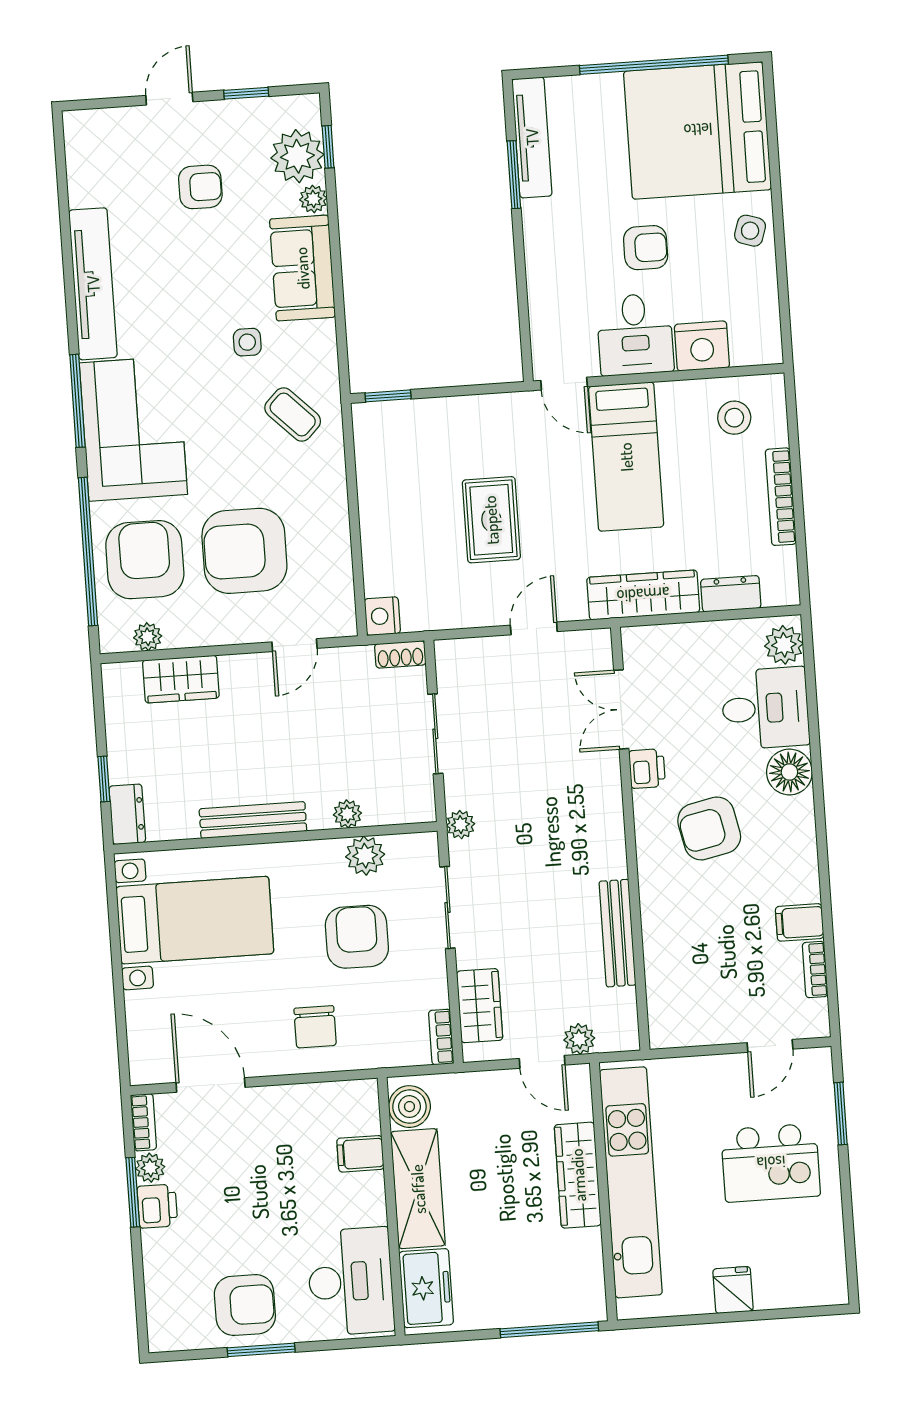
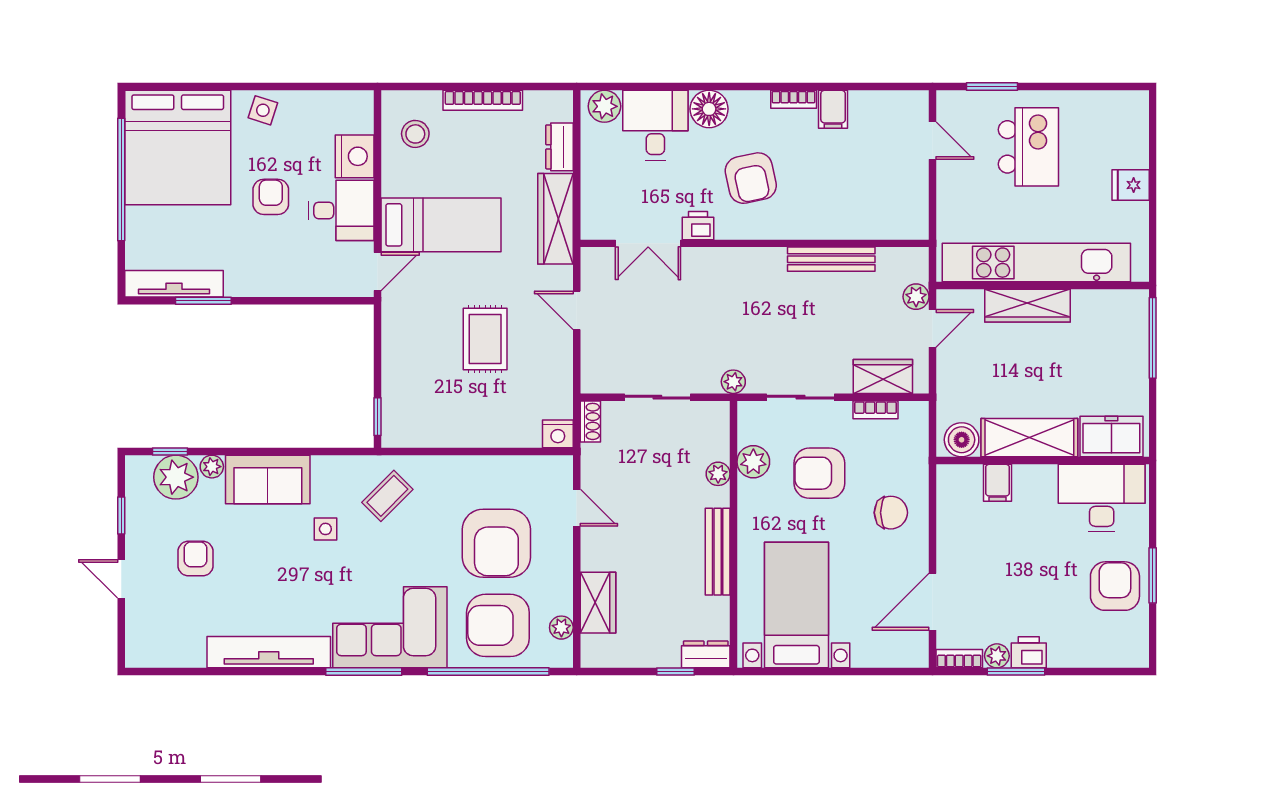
rug: (491, 520) -> (485, 339), turned 90
bookcase: (815, 970) -> (794, 99), moved
bookcase: (441, 1037) -> (876, 410), moved

